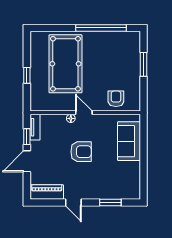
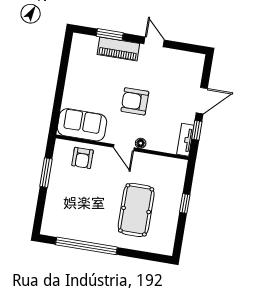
pool table: (65, 64) -> (136, 210), width x0.73, depth x0.76
window: (144, 64) -> (46, 173), moved
sofa: (129, 141) -> (82, 125), moved, turned -90
piano: (47, 192) -> (118, 49), moved

